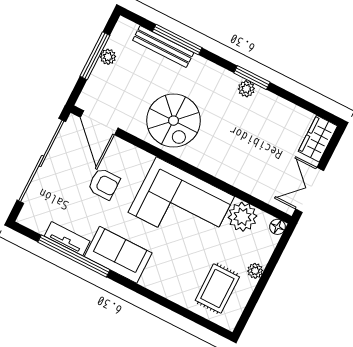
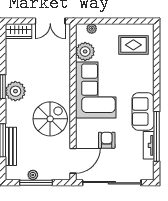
plant: (246, 89) -> (15, 91), width x1.88, depth x1.88
floor lamp: (277, 227) -> (81, 29), removed
plant: (255, 271) -> (92, 29), moved

